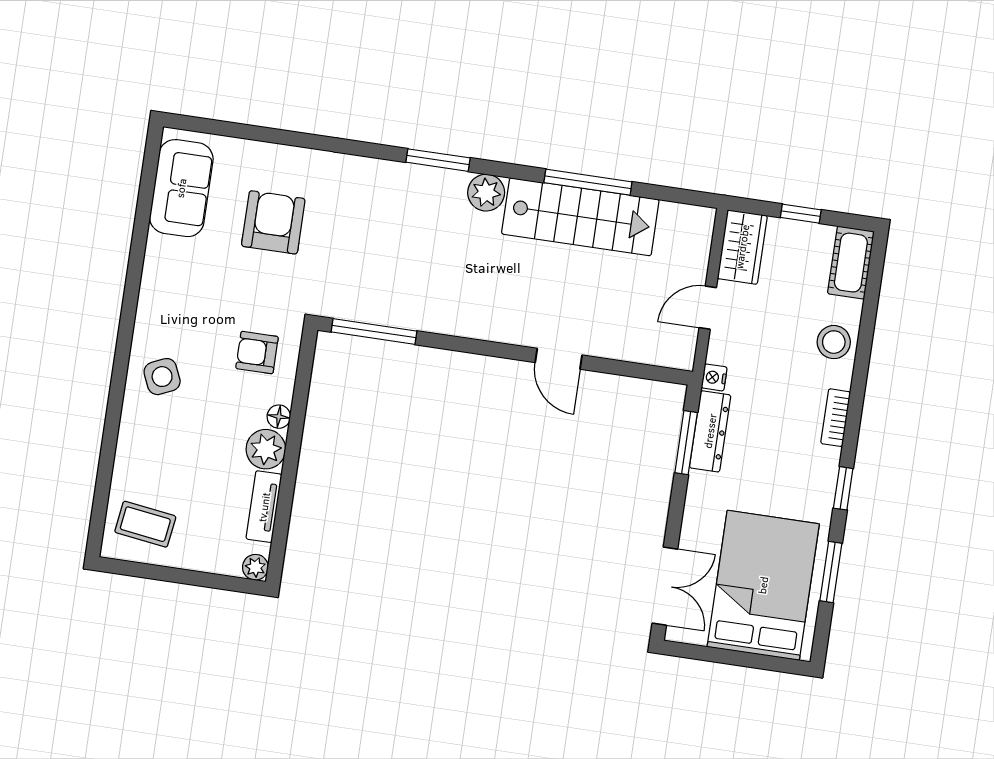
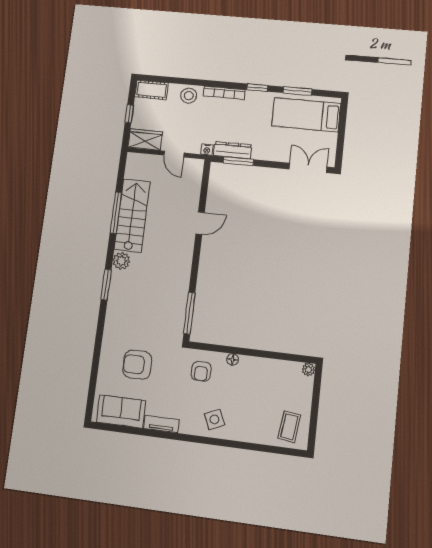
bookcase: (836, 418) -> (224, 93), width x1.56
plant: (266, 449) -> (249, 366), removed
tv unit: (264, 507) -> (161, 424), moved, turned 180
bed: (763, 585) -> (306, 115), width x0.67

